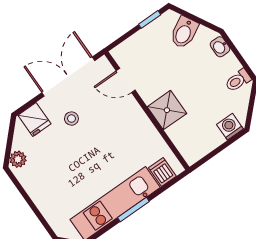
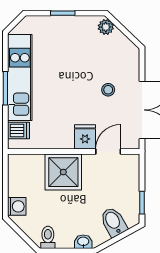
shower: (167, 110) -> (63, 172), width x1.36, depth x1.36
fridge: (34, 120) -> (85, 137), moved, turned 90
window: (32, 205) -> (63, 13), added

